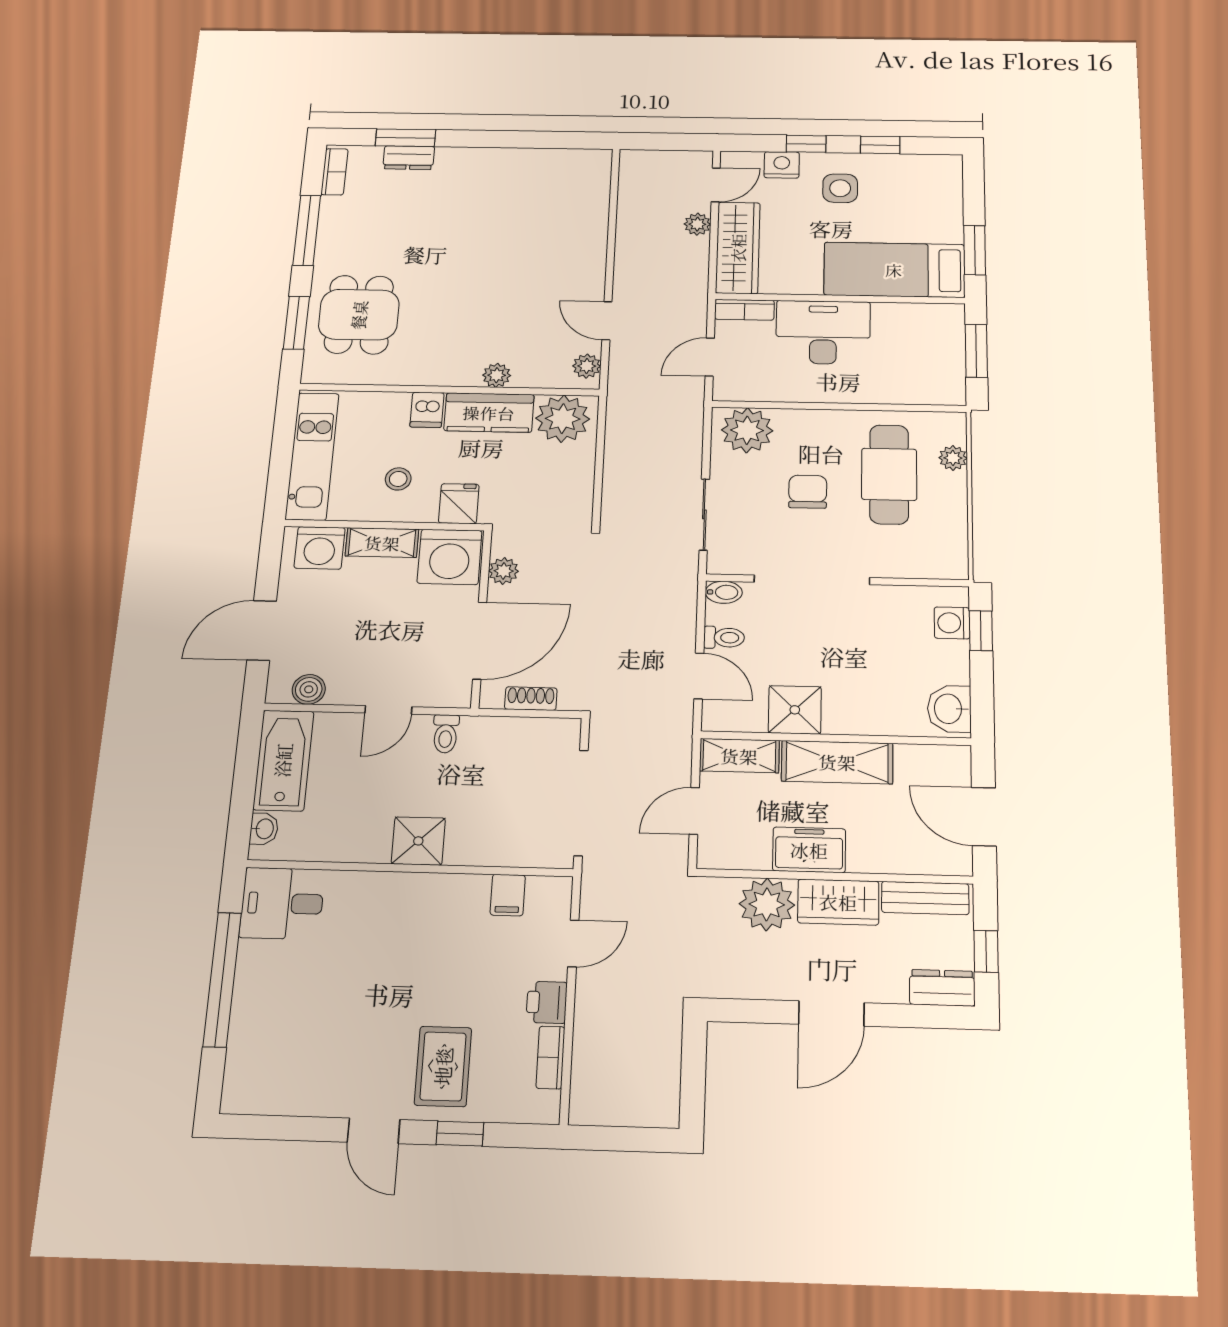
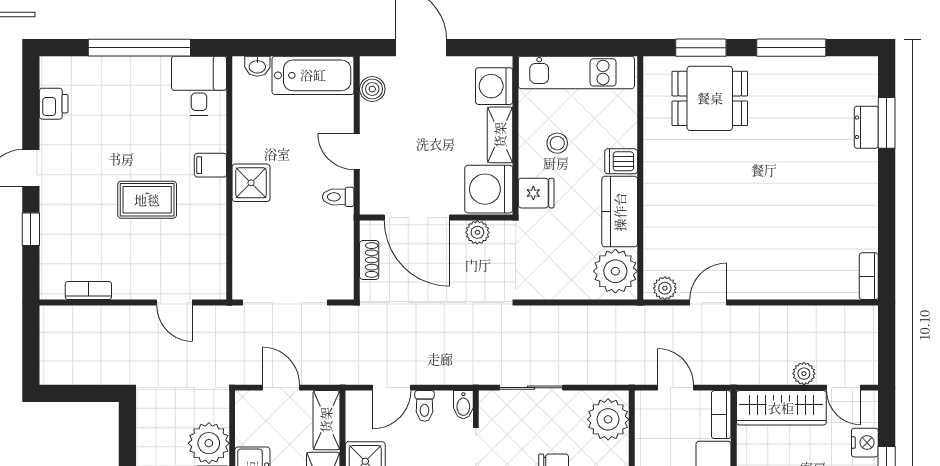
bookcase: (334, 172) -> (869, 276), moved, turned 90
plant: (497, 375) -> (655, 215), removed
filing cabinet: (508, 895) -> (210, 165), moved
printer: (547, 1002) -> (54, 104), moved, turned 90
rug: (443, 1066) -> (147, 200), moved

